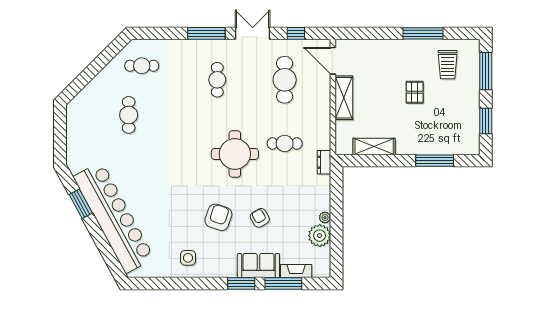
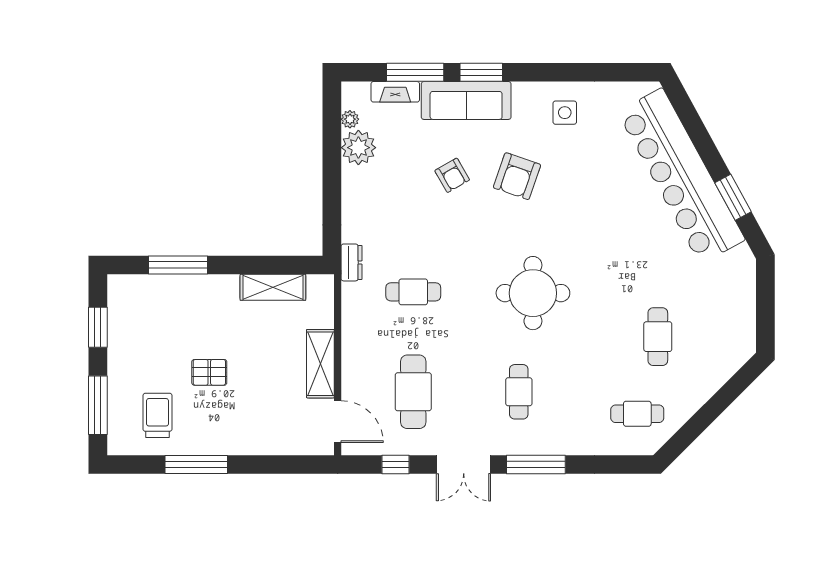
pallet: (415, 92) -> (209, 372), turned 90
round table: (235, 154) -> (533, 293), moved
plant: (325, 218) -> (350, 119), moved
sofa: (258, 266) -> (466, 100), width x1.36

